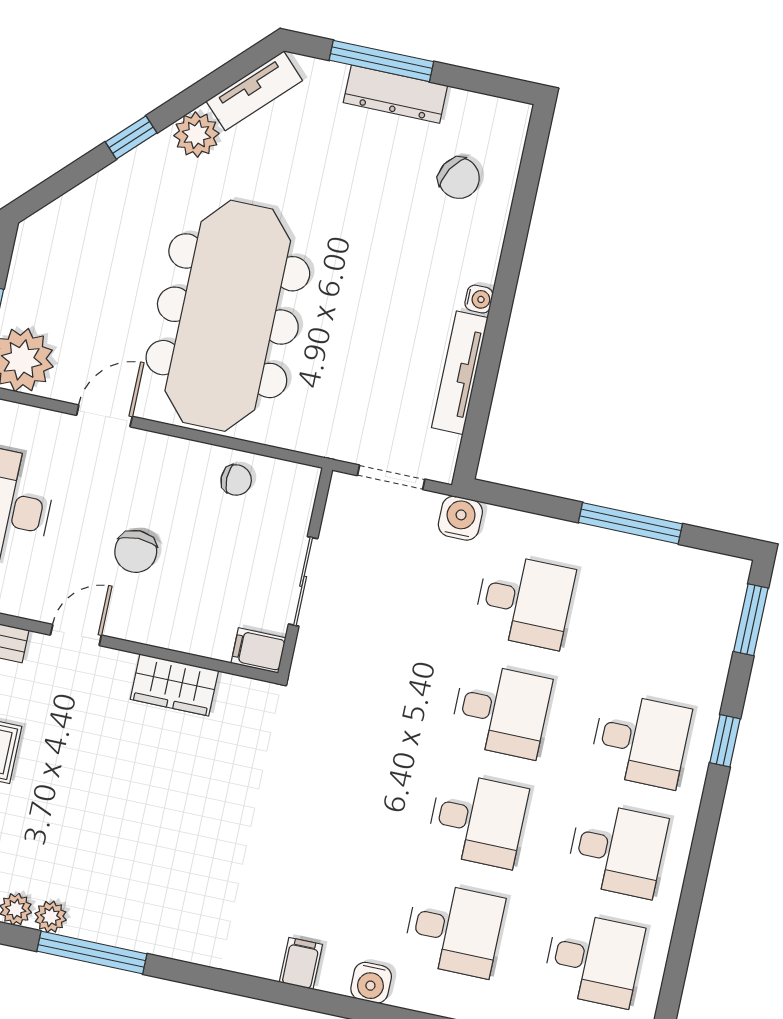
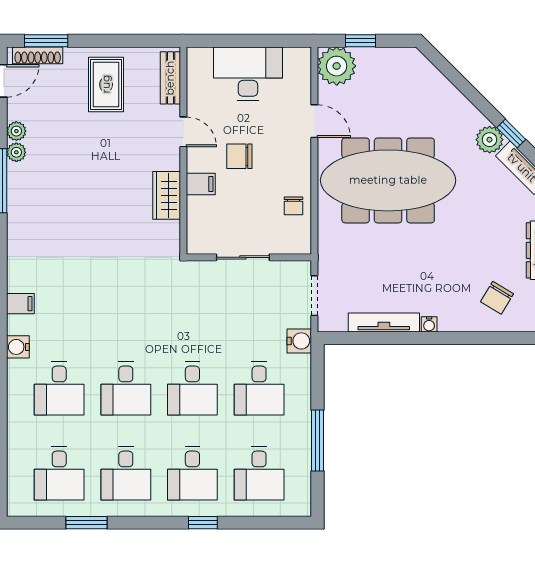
window: (131, 137) -> (511, 134), moved
window: (751, 620) -> (87, 523), moved
desk: (664, 631) -> (259, 473), added
filing cabinet: (258, 650) -> (201, 184), moved, turned 90

